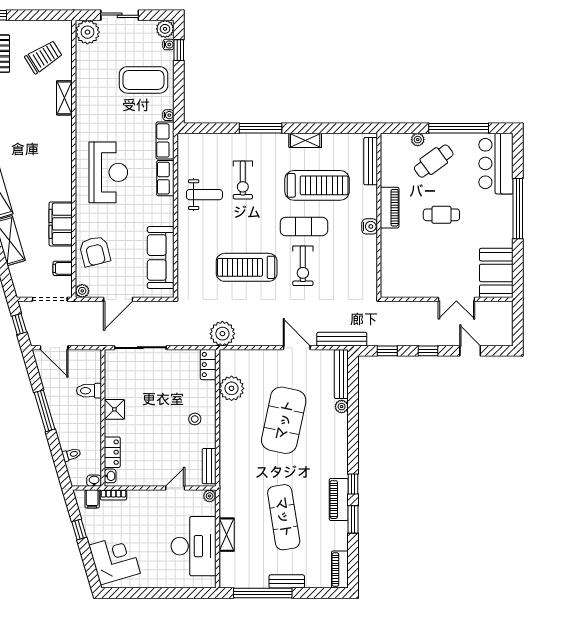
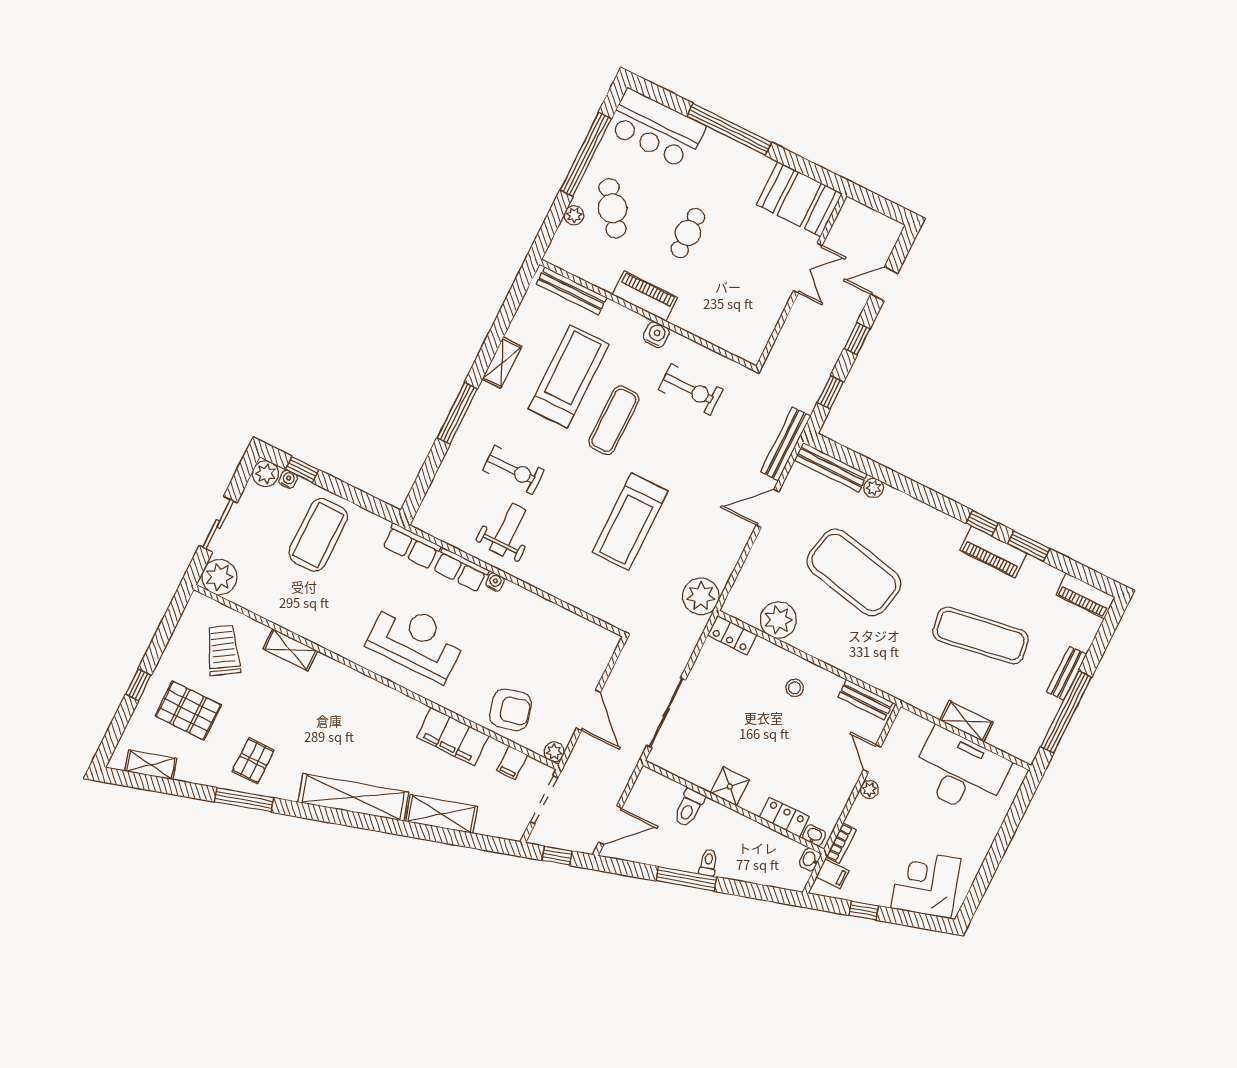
water cooler: (168, 115) -> (495, 582), moved
sofa: (161, 258) -> (561, 628), removed
exercise bike: (303, 266) -> (691, 389), moved
toilet: (71, 455) -> (708, 863), moved
plant: (210, 496) -> (869, 790), moved

